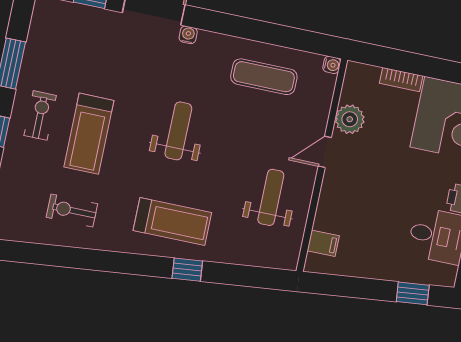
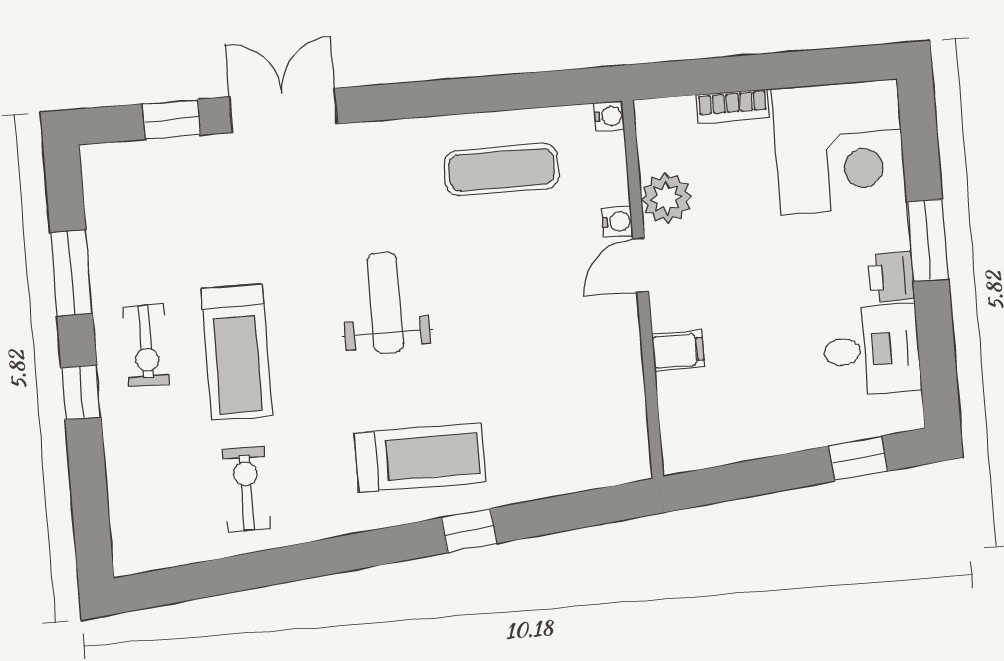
water cooler: (188, 35) -> (617, 222), moved, turned 90
exercise bike: (40, 115) -> (146, 345), turned 180
weight bench: (271, 197) -> (573, 368), removed
exercise bike: (72, 210) -> (246, 489), turned 90
filing cabinet: (323, 243) -> (678, 351), moved

